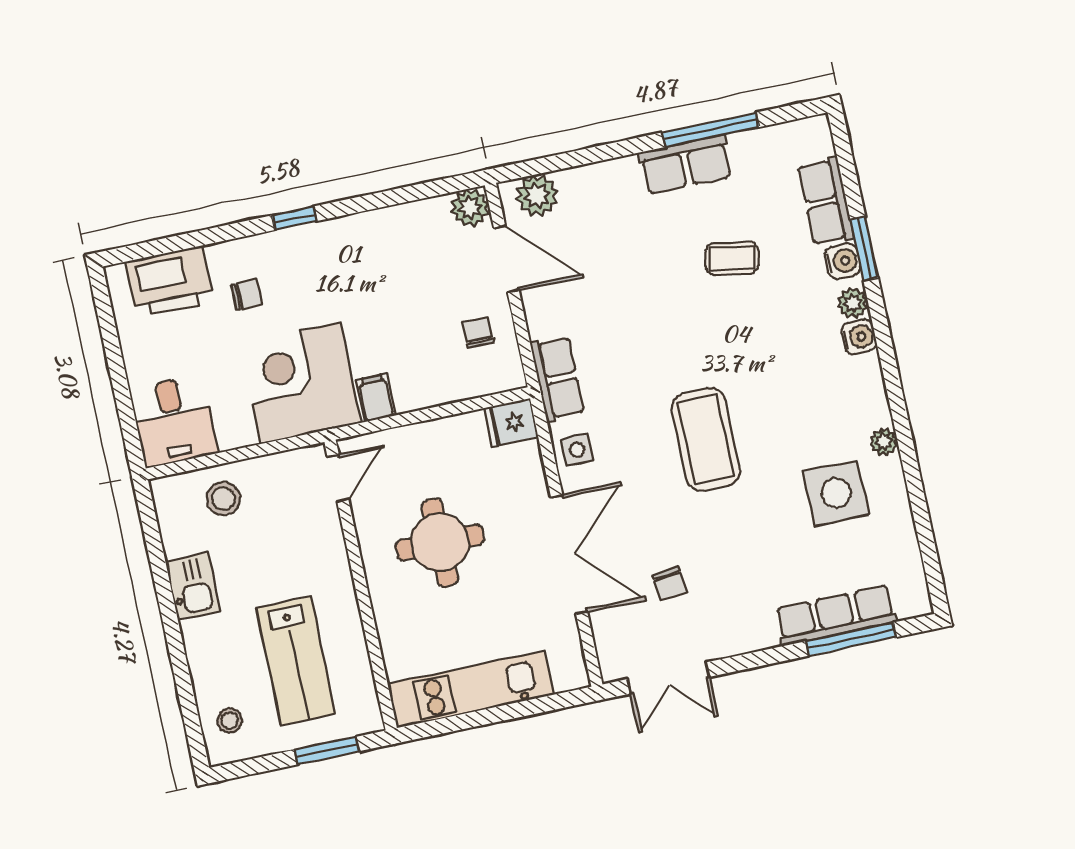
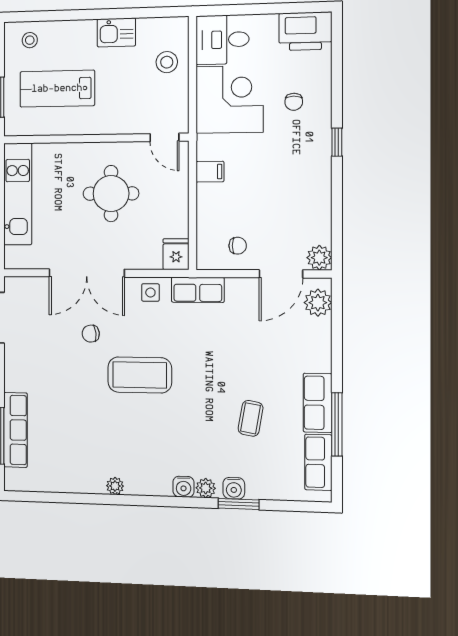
row of seats: (826, 201) -> (318, 462), moved, turned -90
printer: (170, 281) -> (305, 31), moved, turned -90
corner desk: (301, 383) -> (229, 99), moved
side table: (836, 493) -> (90, 448), removed
chair: (670, 583) -> (91, 334), moved

